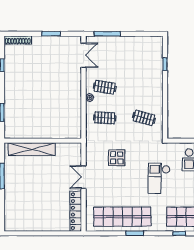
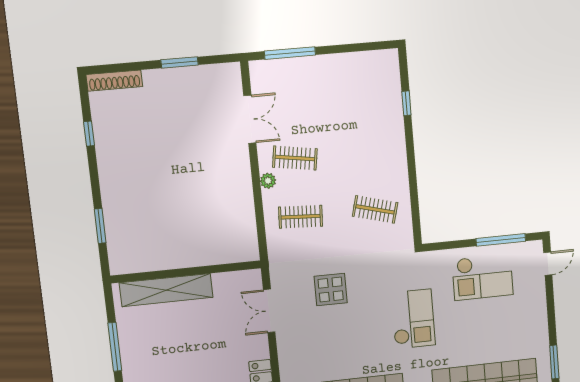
double door: (84, 55) -> (250, 119), moved
double door: (84, 177) -> (269, 311), moved
checkout: (159, 178) -> (413, 319), turned 180

